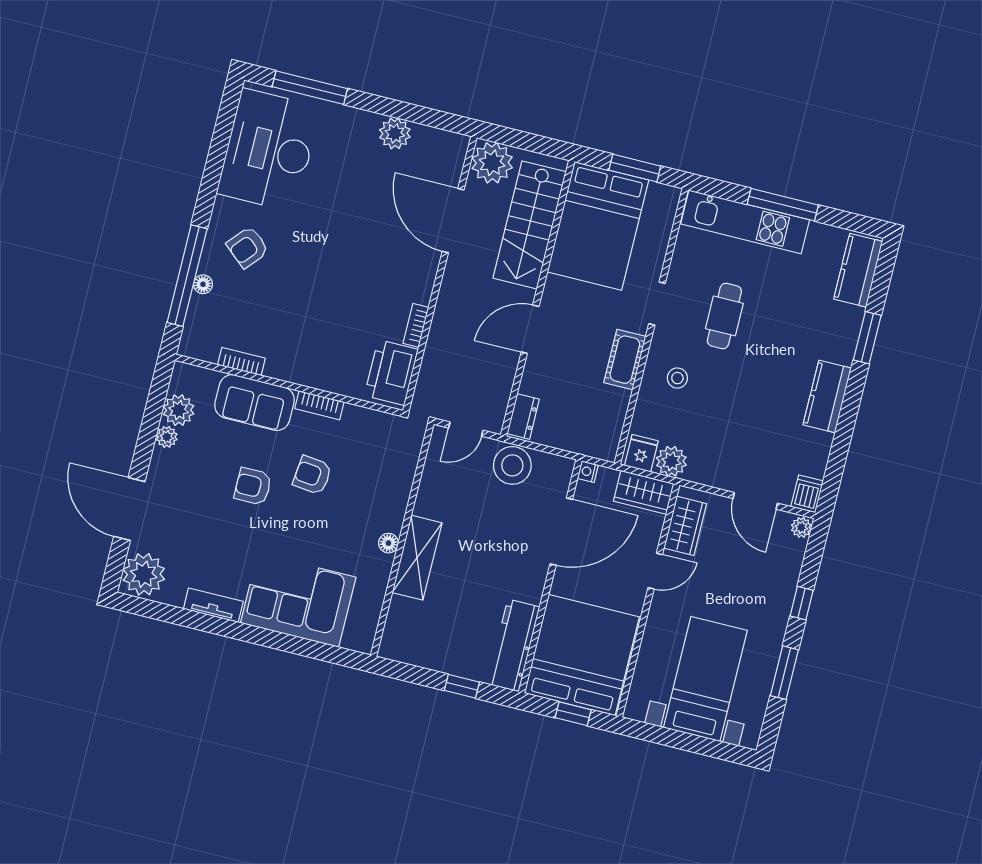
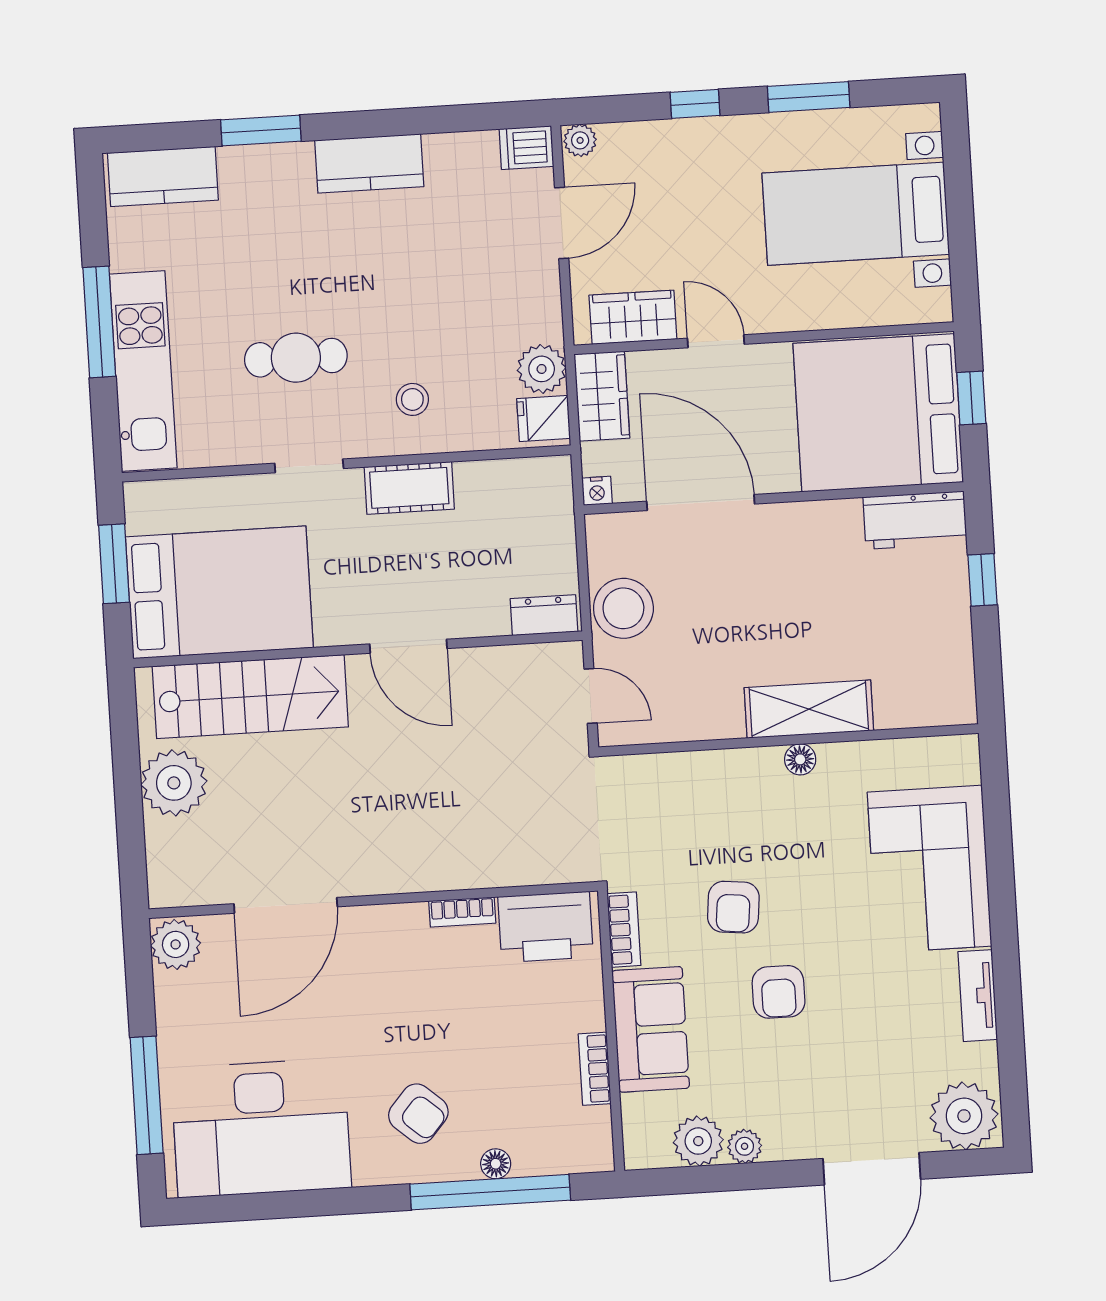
door: (453, 221) -> (286, 905), moved
wall: (440, 274) -> (373, 900), moved
bookcase: (416, 325) -> (462, 912), moved
printer: (391, 373) -> (546, 927), moved
workbench: (513, 645) -> (915, 520), width x0.73

